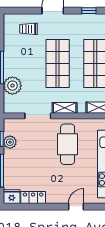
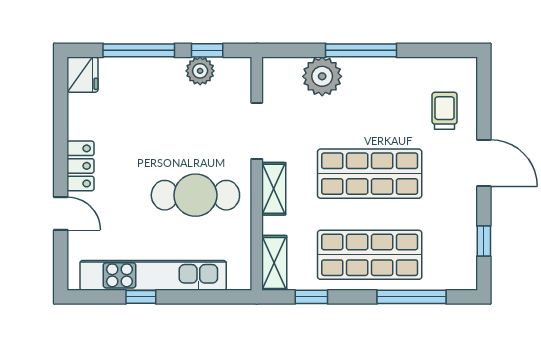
locker: (33, 198) -> (80, 166), moved

